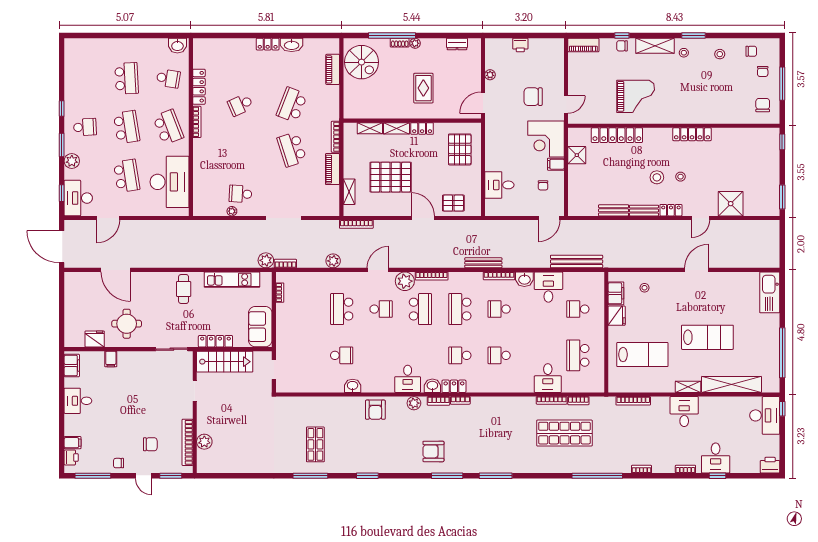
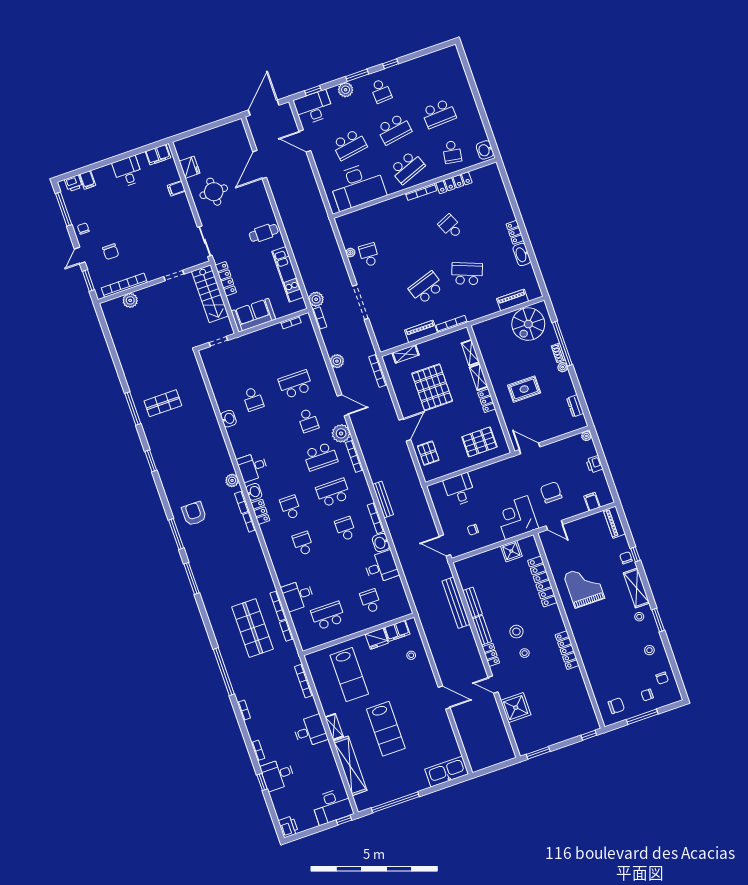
plant: (490, 75) -> (586, 436), moved
grand piano: (636, 96) -> (584, 586), turned 180
filing cabinet: (556, 164) -> (592, 502), moved
bench: (577, 261) -> (456, 603), moved
armchair: (375, 410) -> (214, 447), removed

